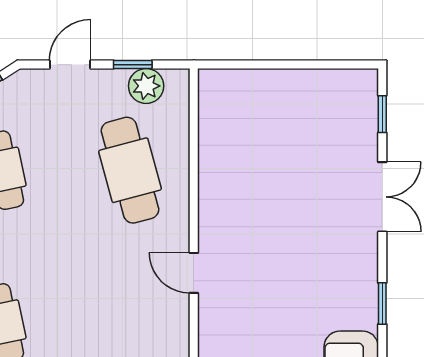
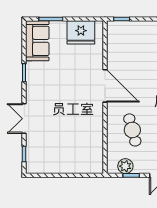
cafe table: (130, 170) -> (132, 130), width x0.73, depth x0.74
door: (194, 273) -> (105, 86), width x1.88

